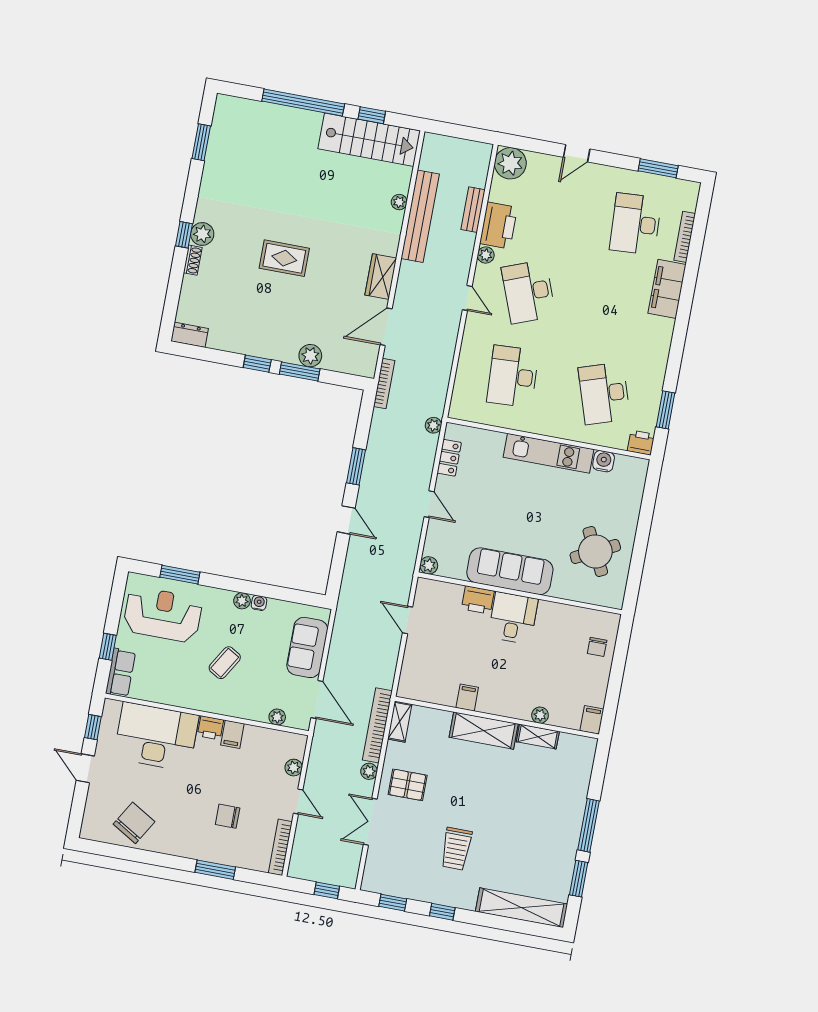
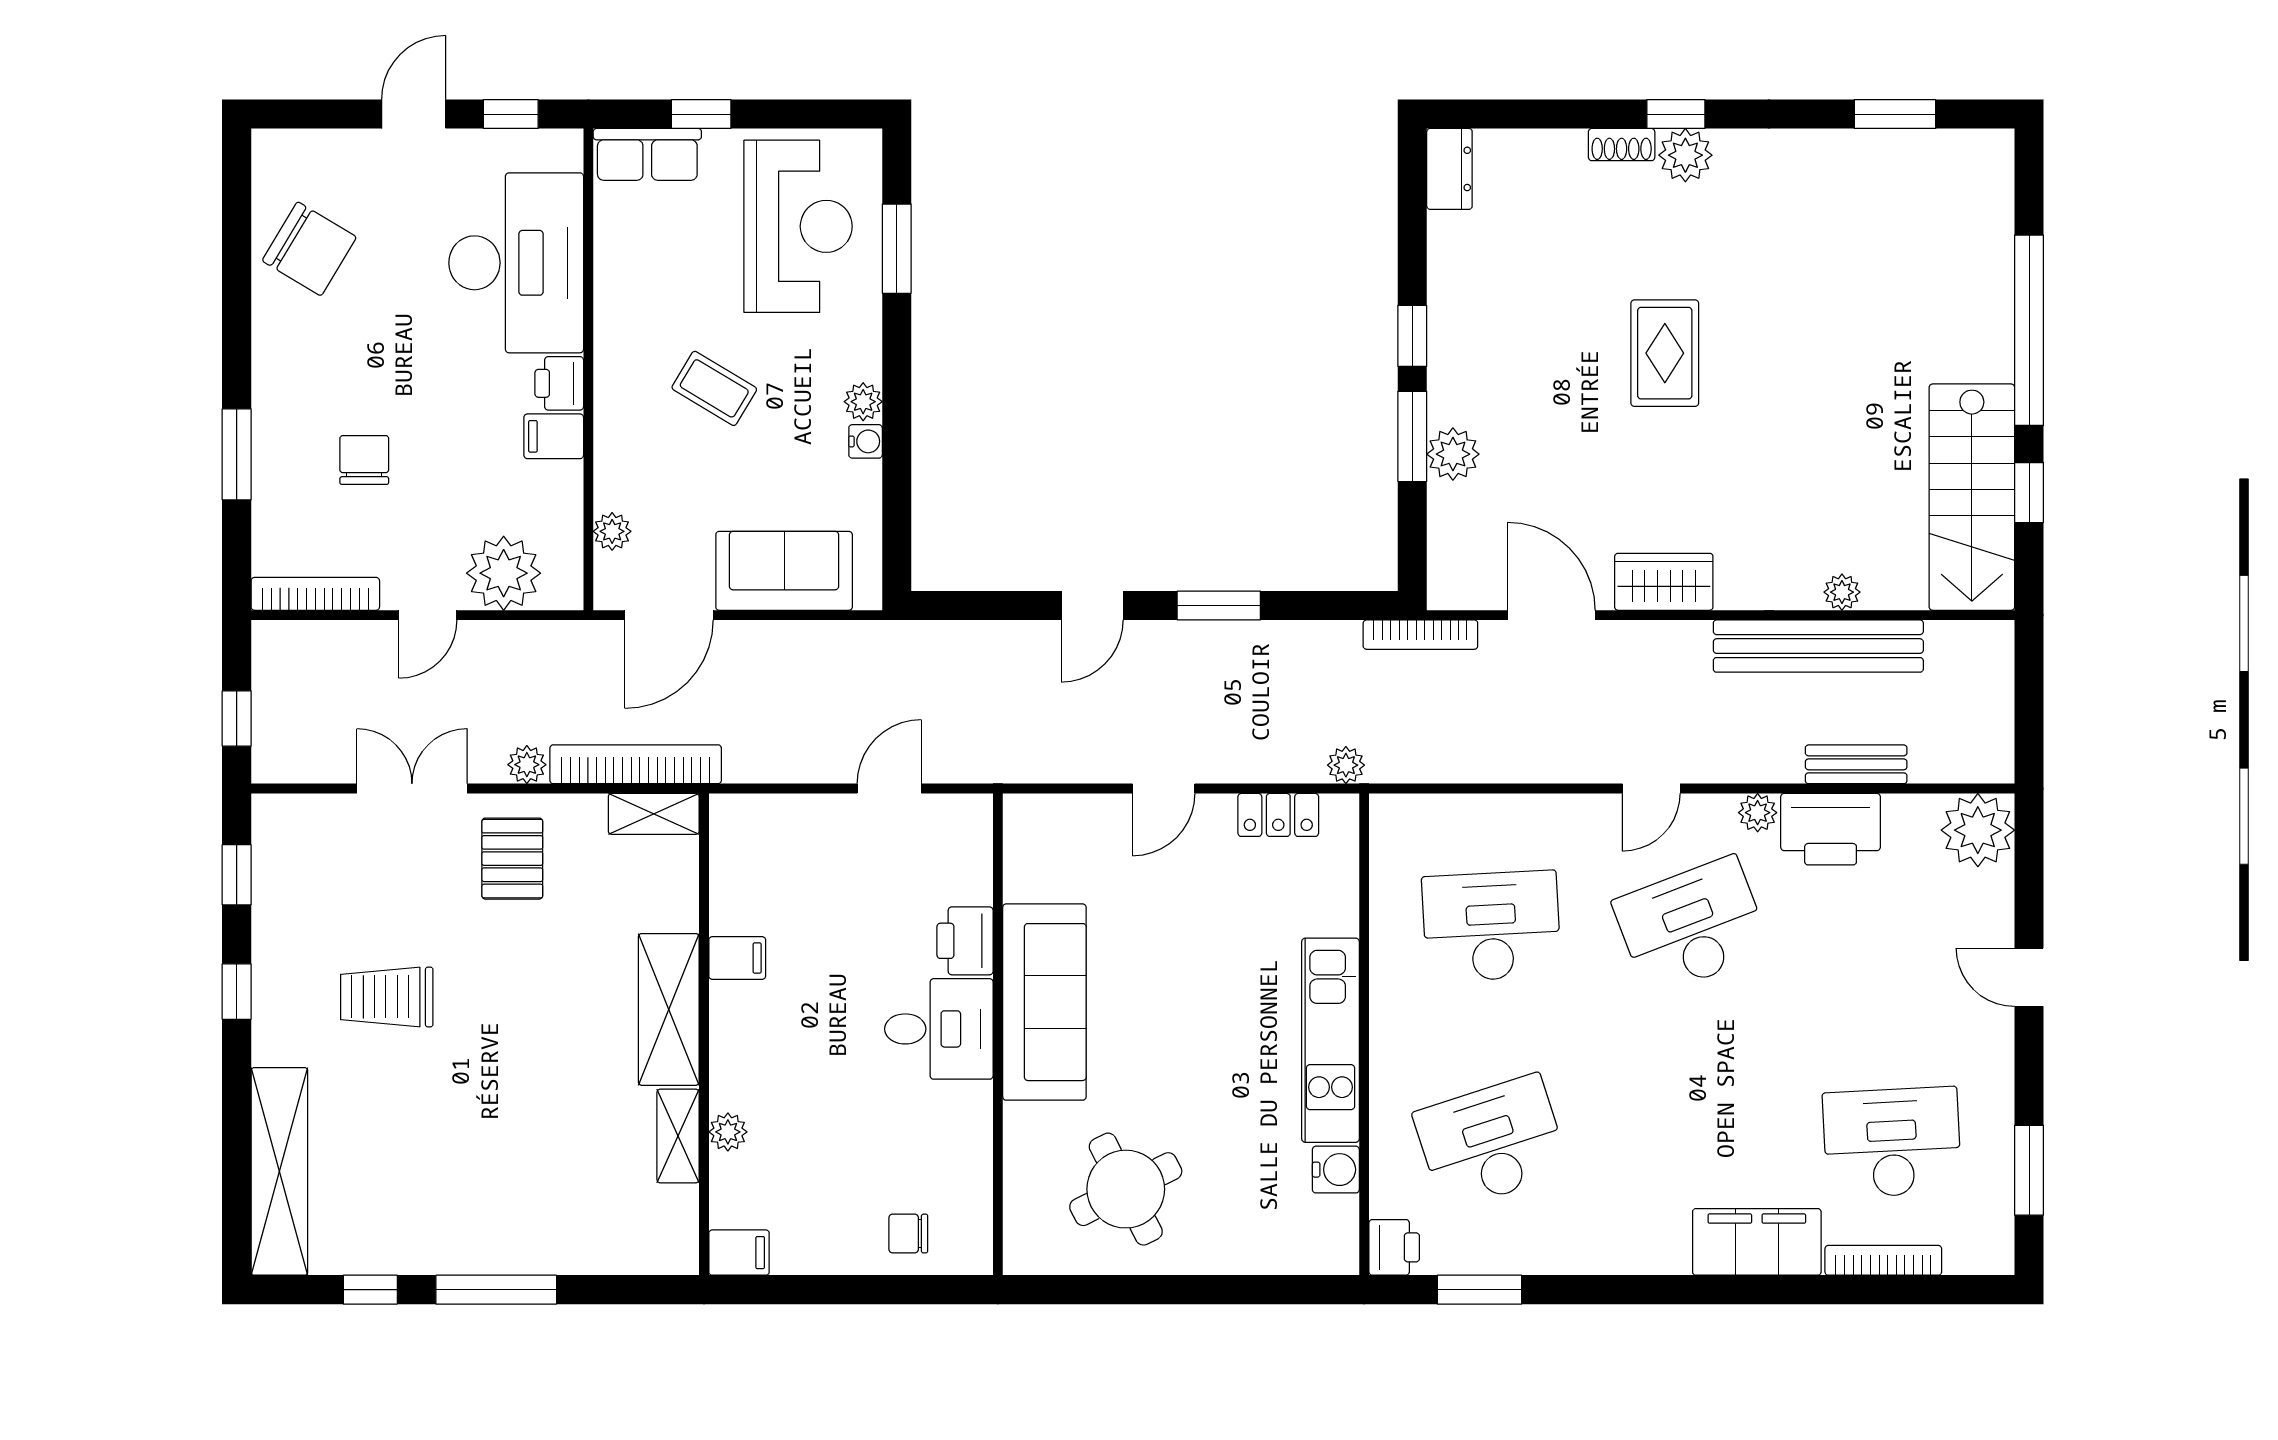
plant: (429, 565) -> (1023, 814), removed
plant: (294, 768) -> (504, 573), width x1.88, depth x1.88
window: (579, 879) -> (370, 1290), width x0.67

